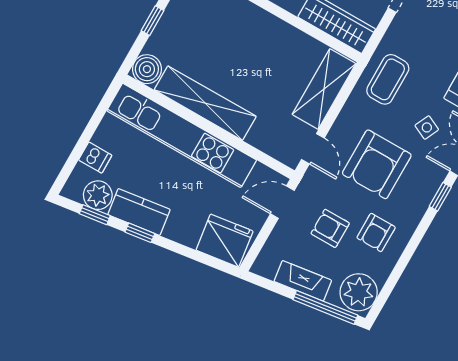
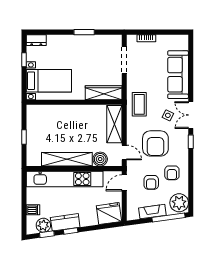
boiler: (147, 69) -> (100, 159), moved
armchair: (330, 228) -> (151, 182), turned -90

